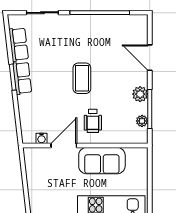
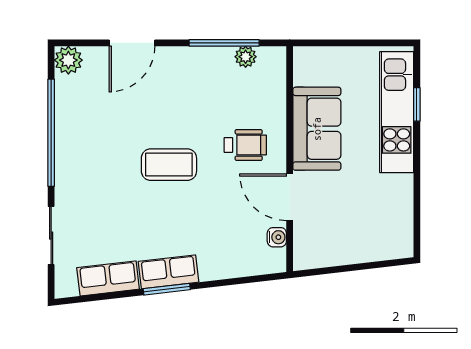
plant: (140, 94) -> (68, 60), moved

